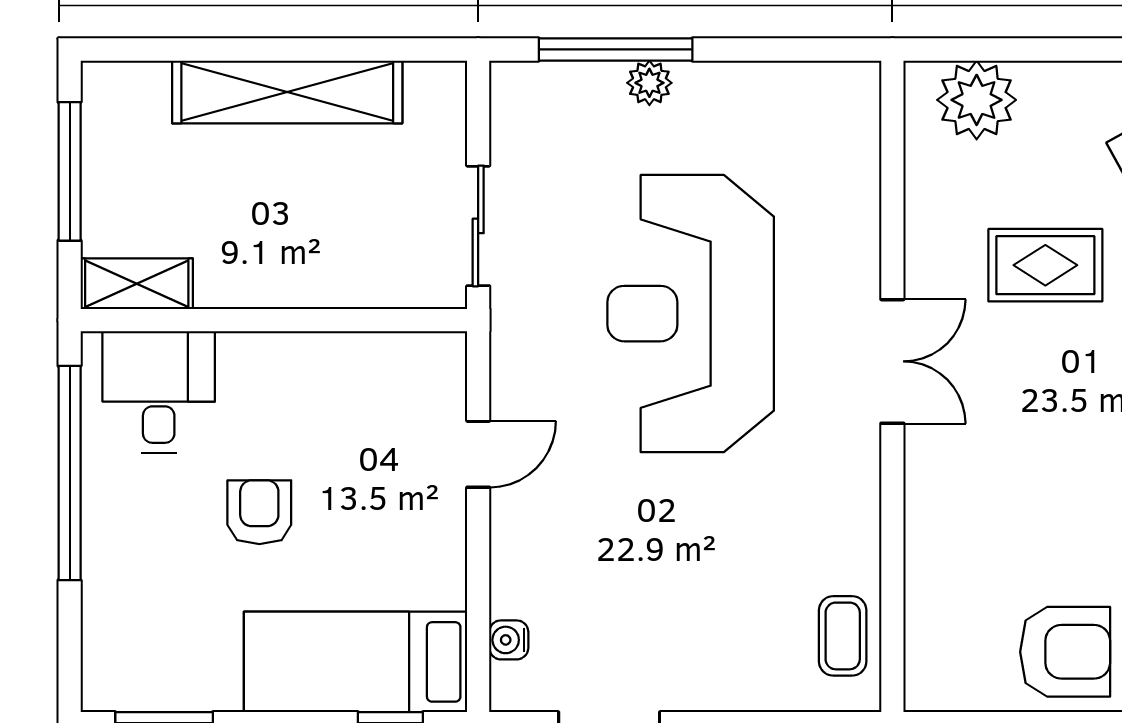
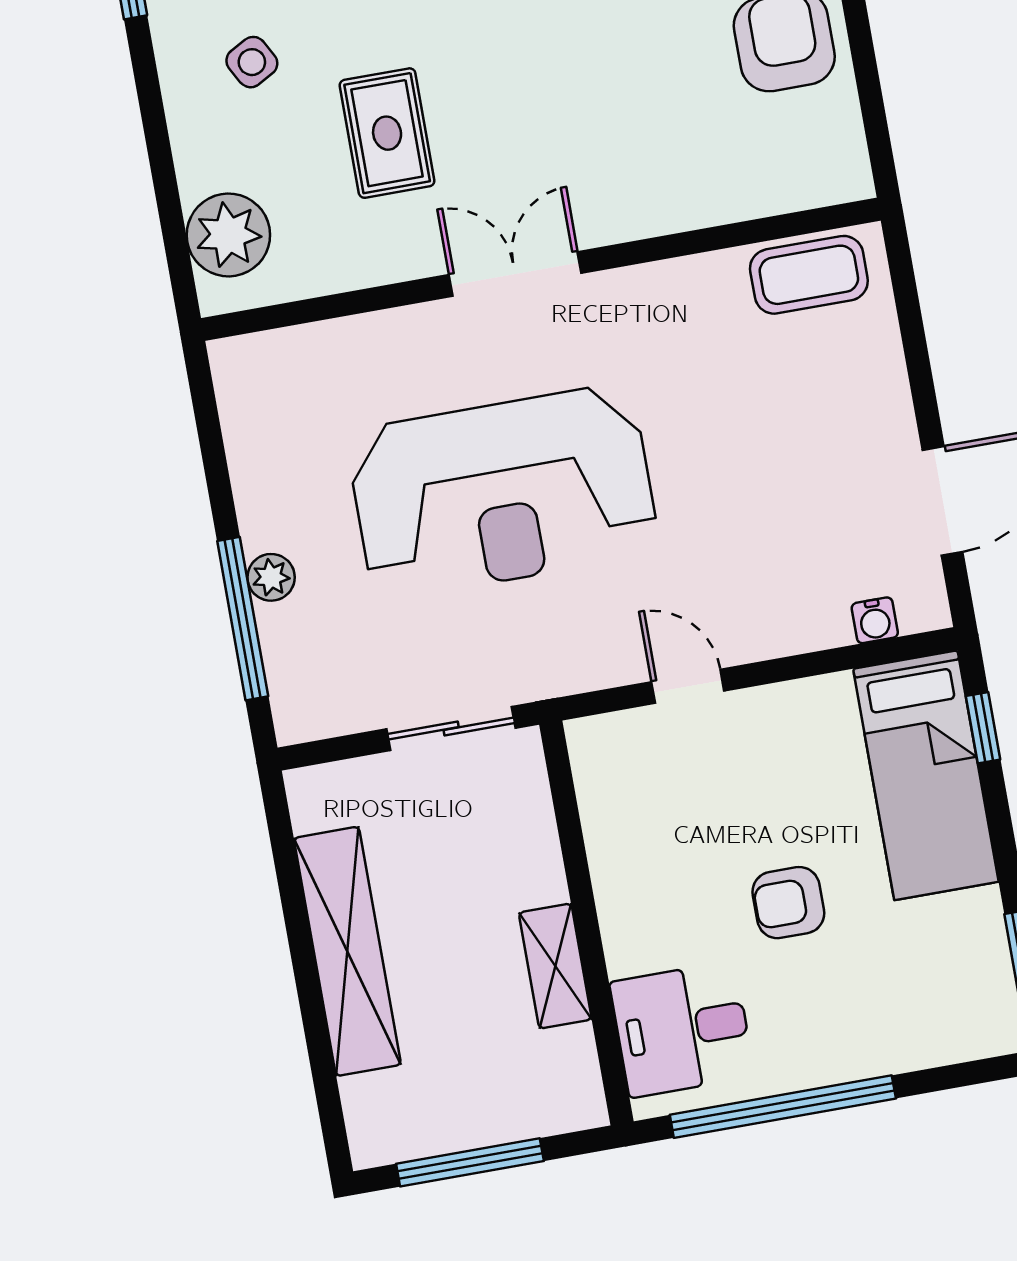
shelving: (137, 284) -> (555, 966), moved
coffee table: (843, 636) -> (809, 275), width x1.36, depth x1.30

